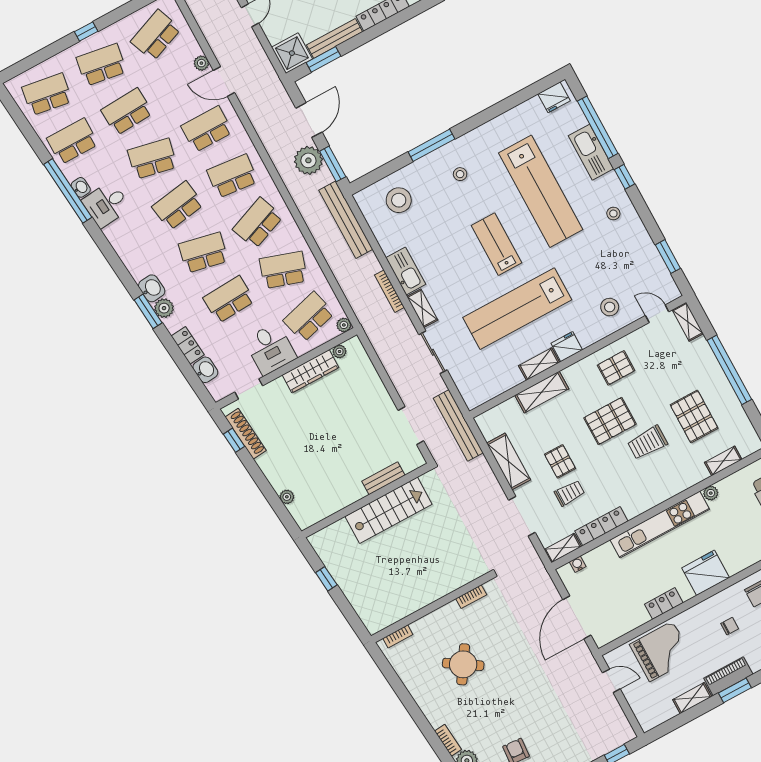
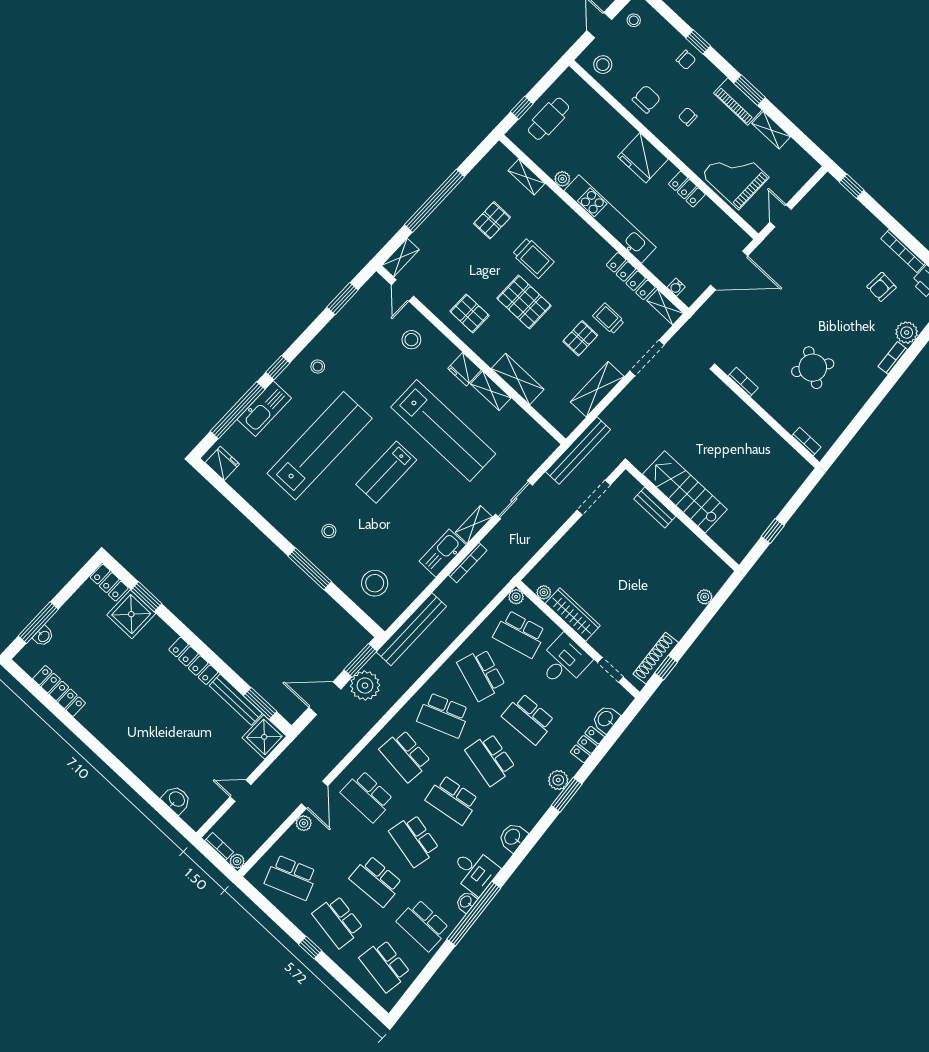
washbasin: (152, 288) -> (513, 837), moved
pallet: (694, 416) -> (492, 220), width x0.67, depth x0.71

